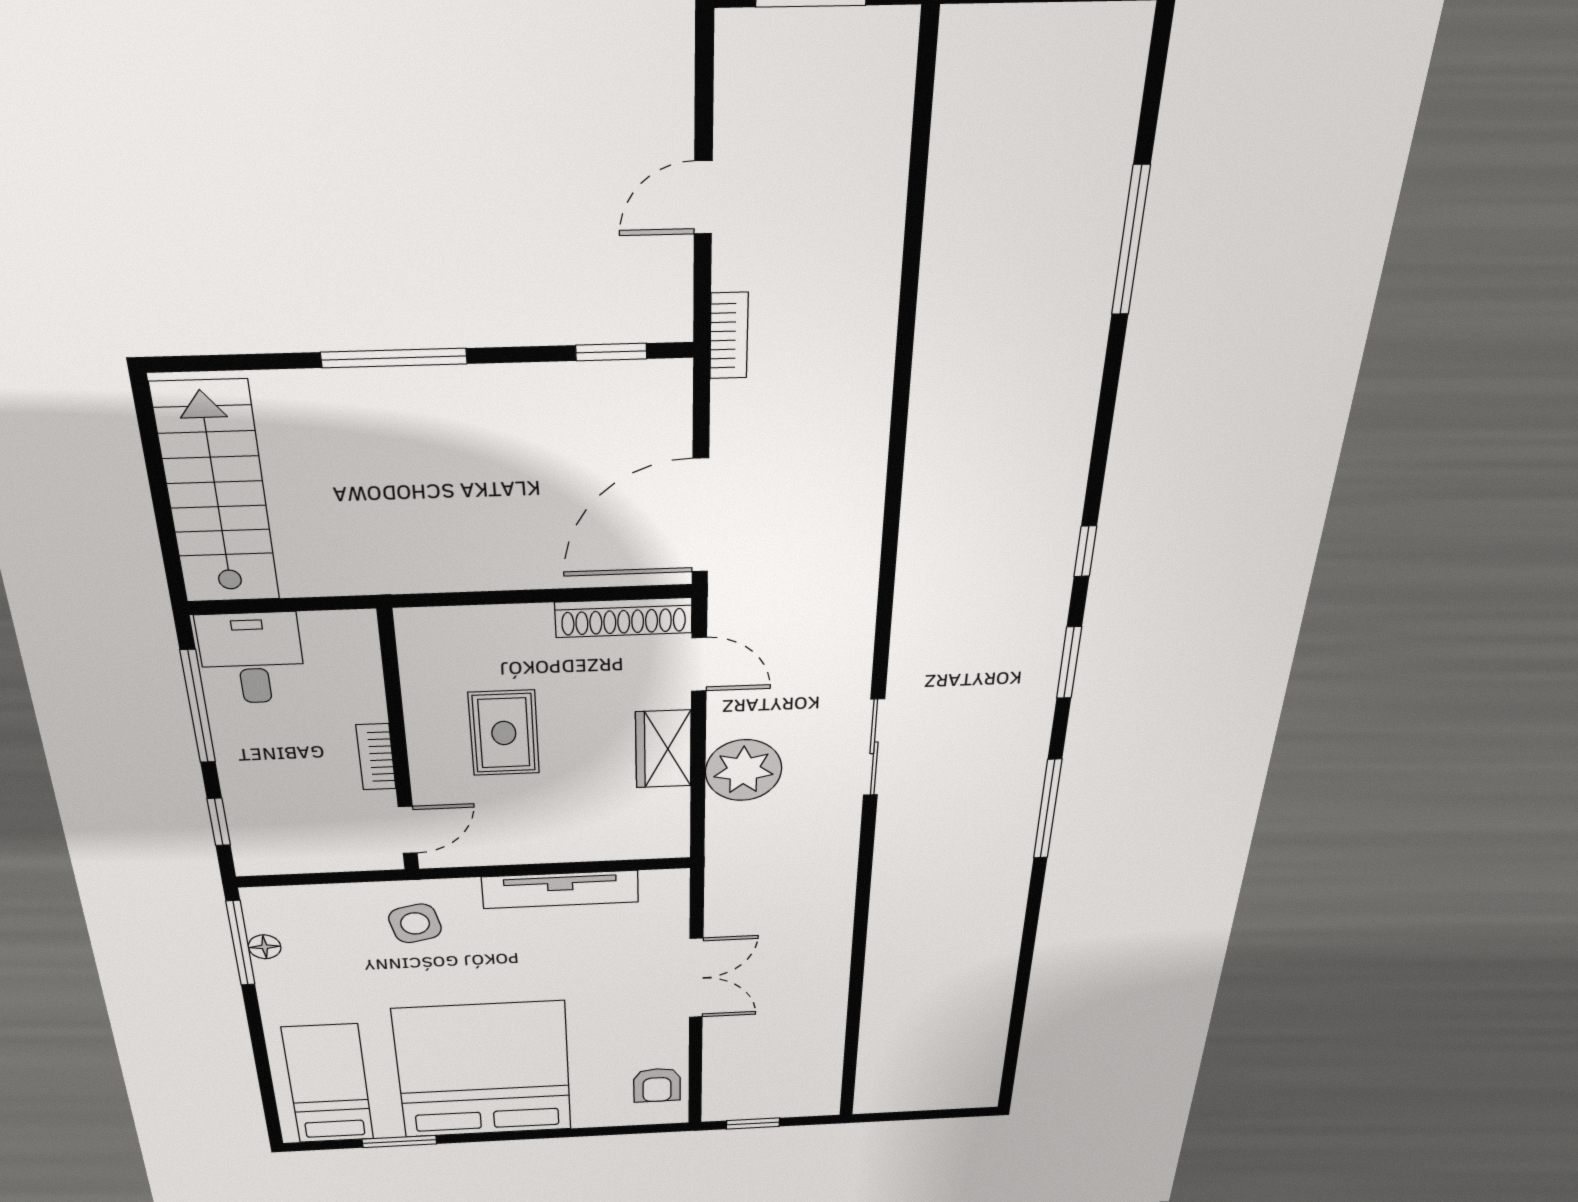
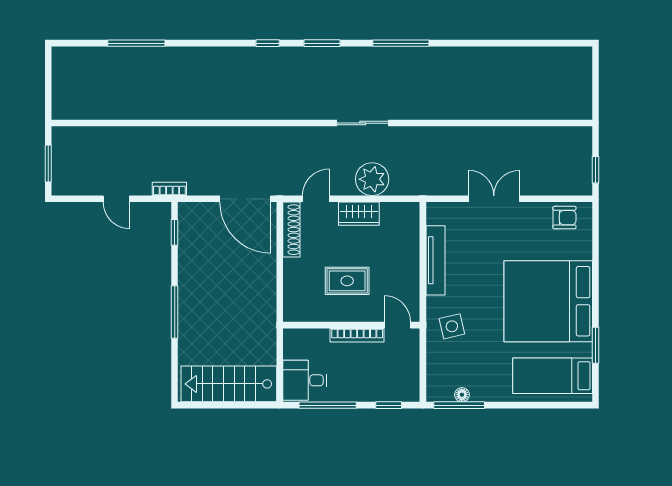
bookcase: (376, 757) -> (357, 335), width x1.56

